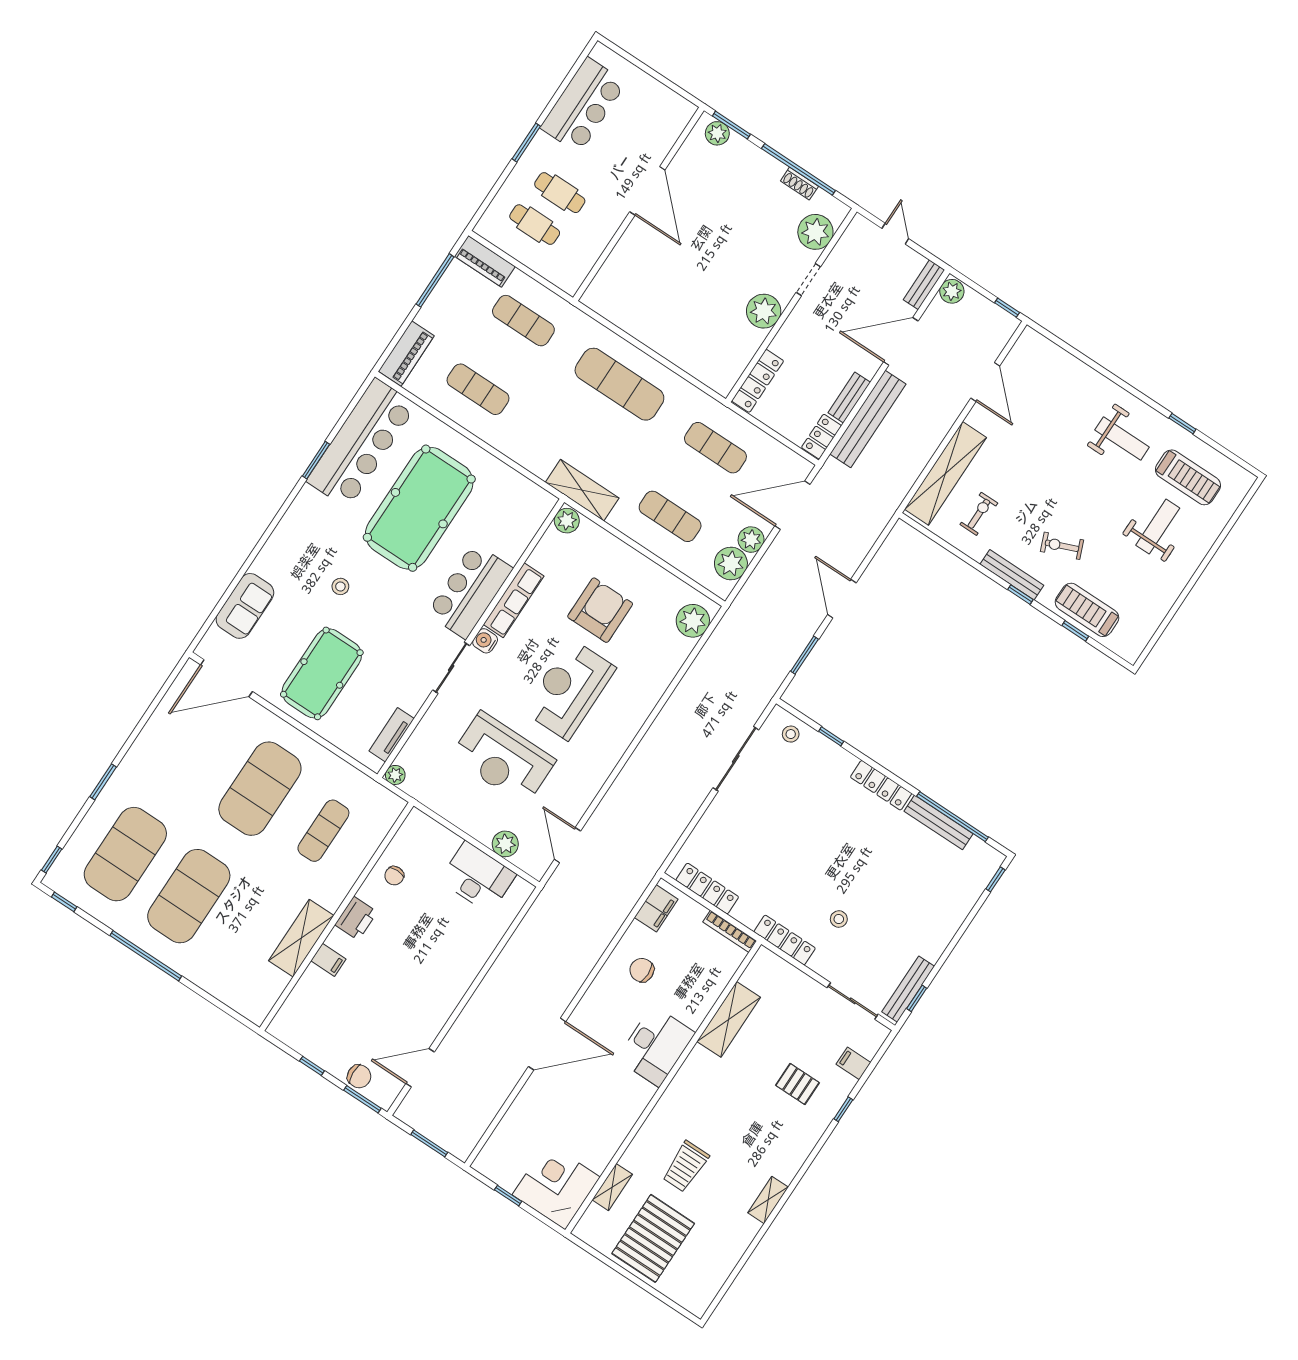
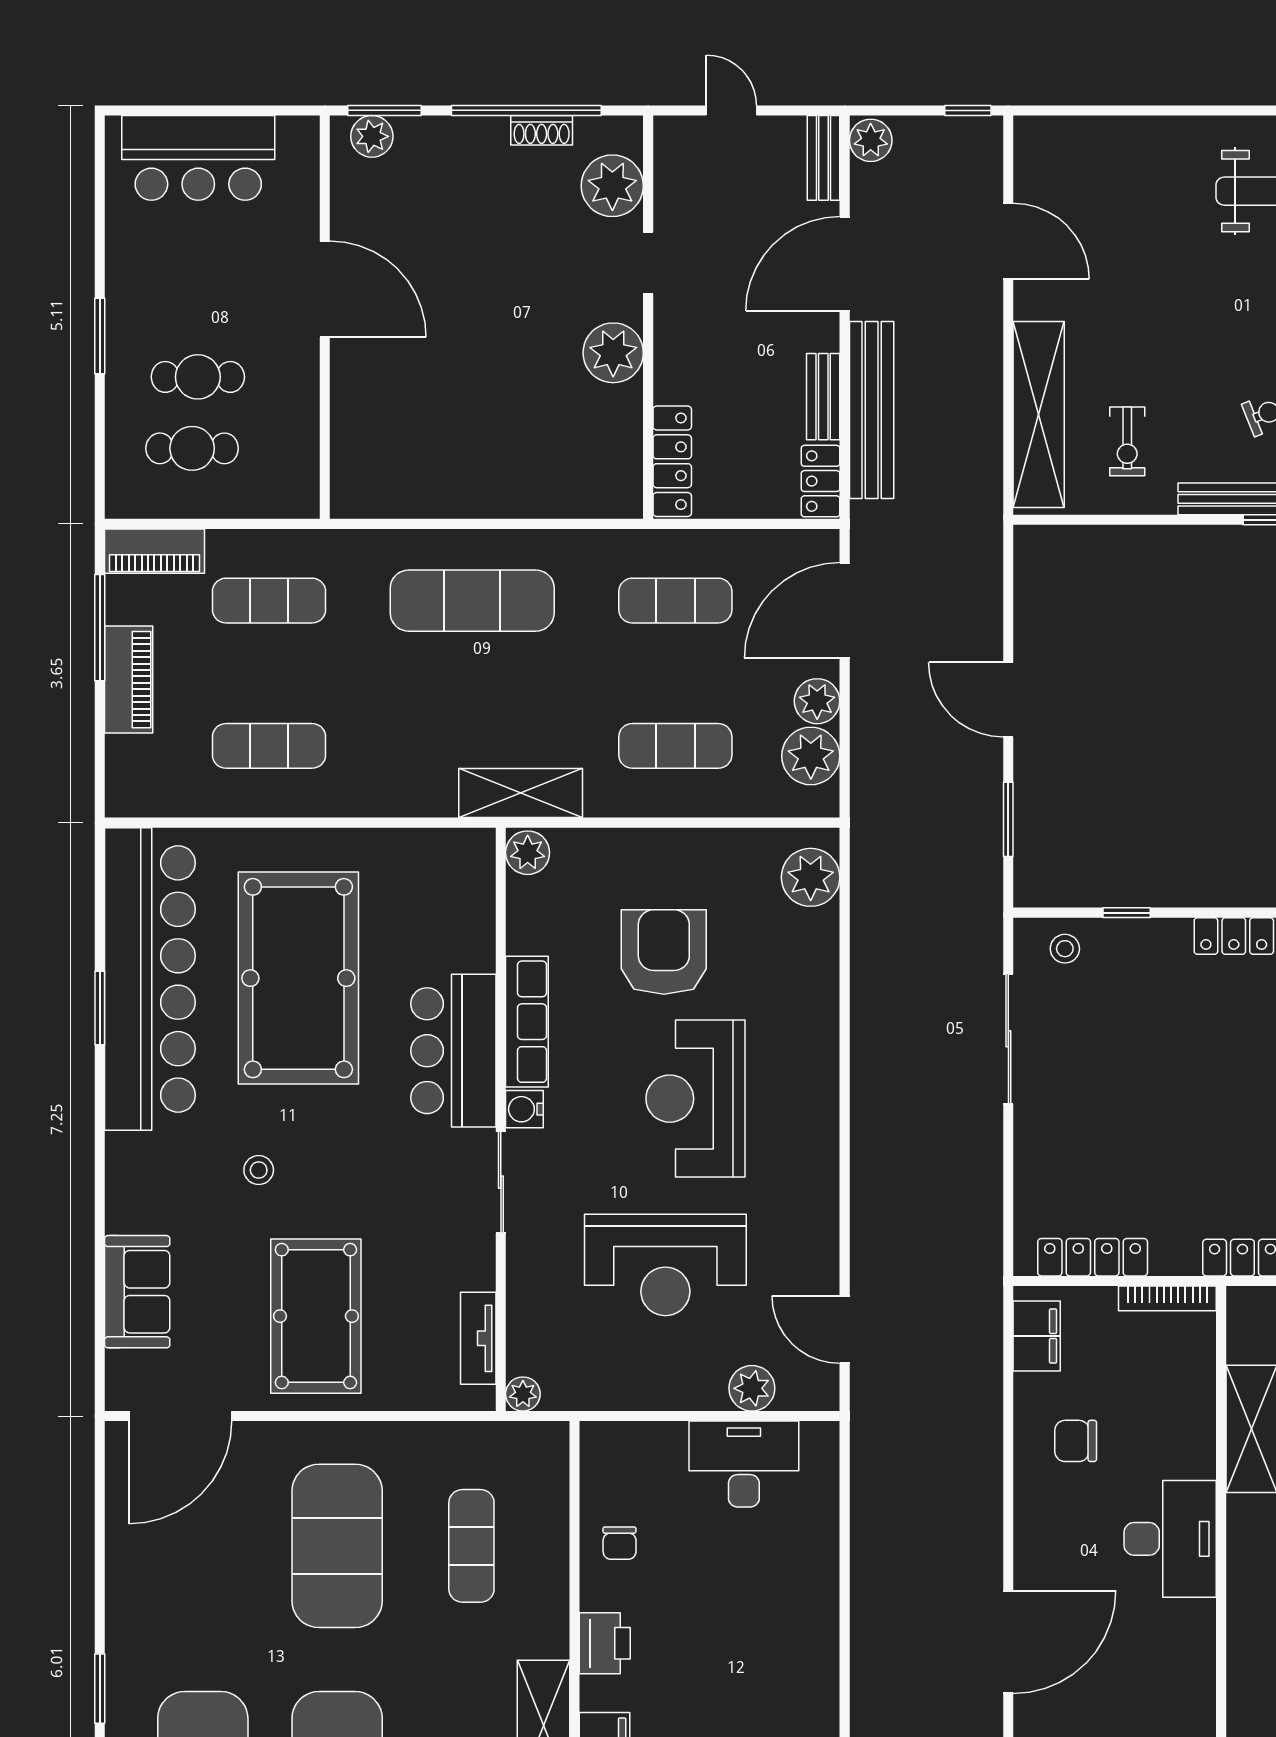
bar counter: (583, 105) -> (198, 158), moved, turned 90
piano: (406, 353) -> (129, 680), moved
bar counter: (361, 443) -> (150, 979), width x1.36
exercise bike: (979, 514) -> (1127, 441), turned 180

